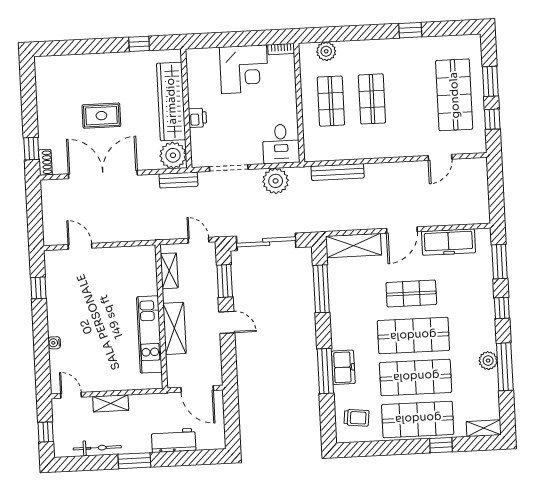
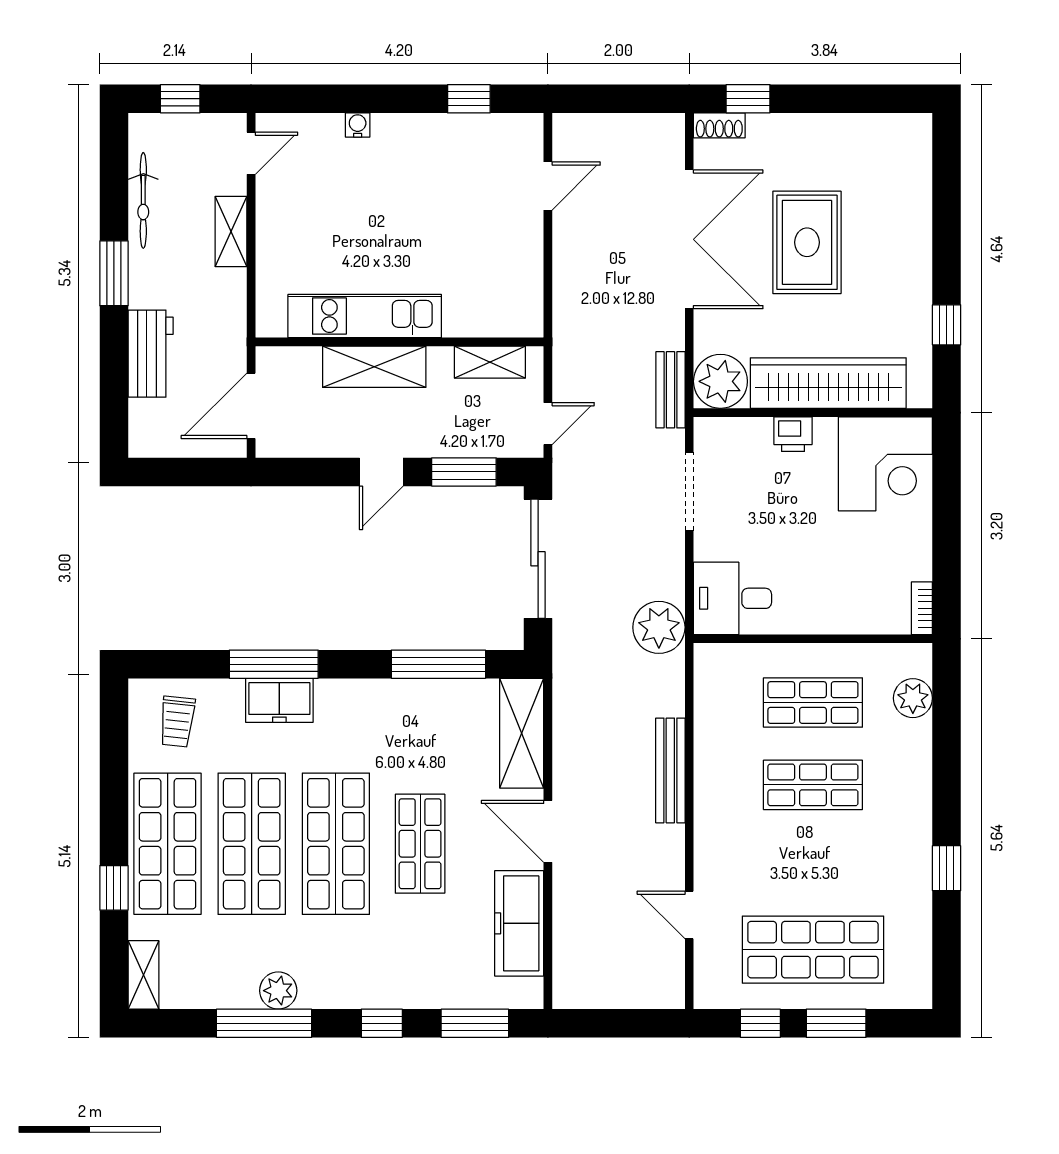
corner desk: (244, 69) -> (885, 464), moved, turned -90
rug: (101, 116) -> (807, 242), width x1.36, depth x1.43
bench: (338, 172) -> (670, 770), moved
plant: (276, 181) -> (659, 627), moved

